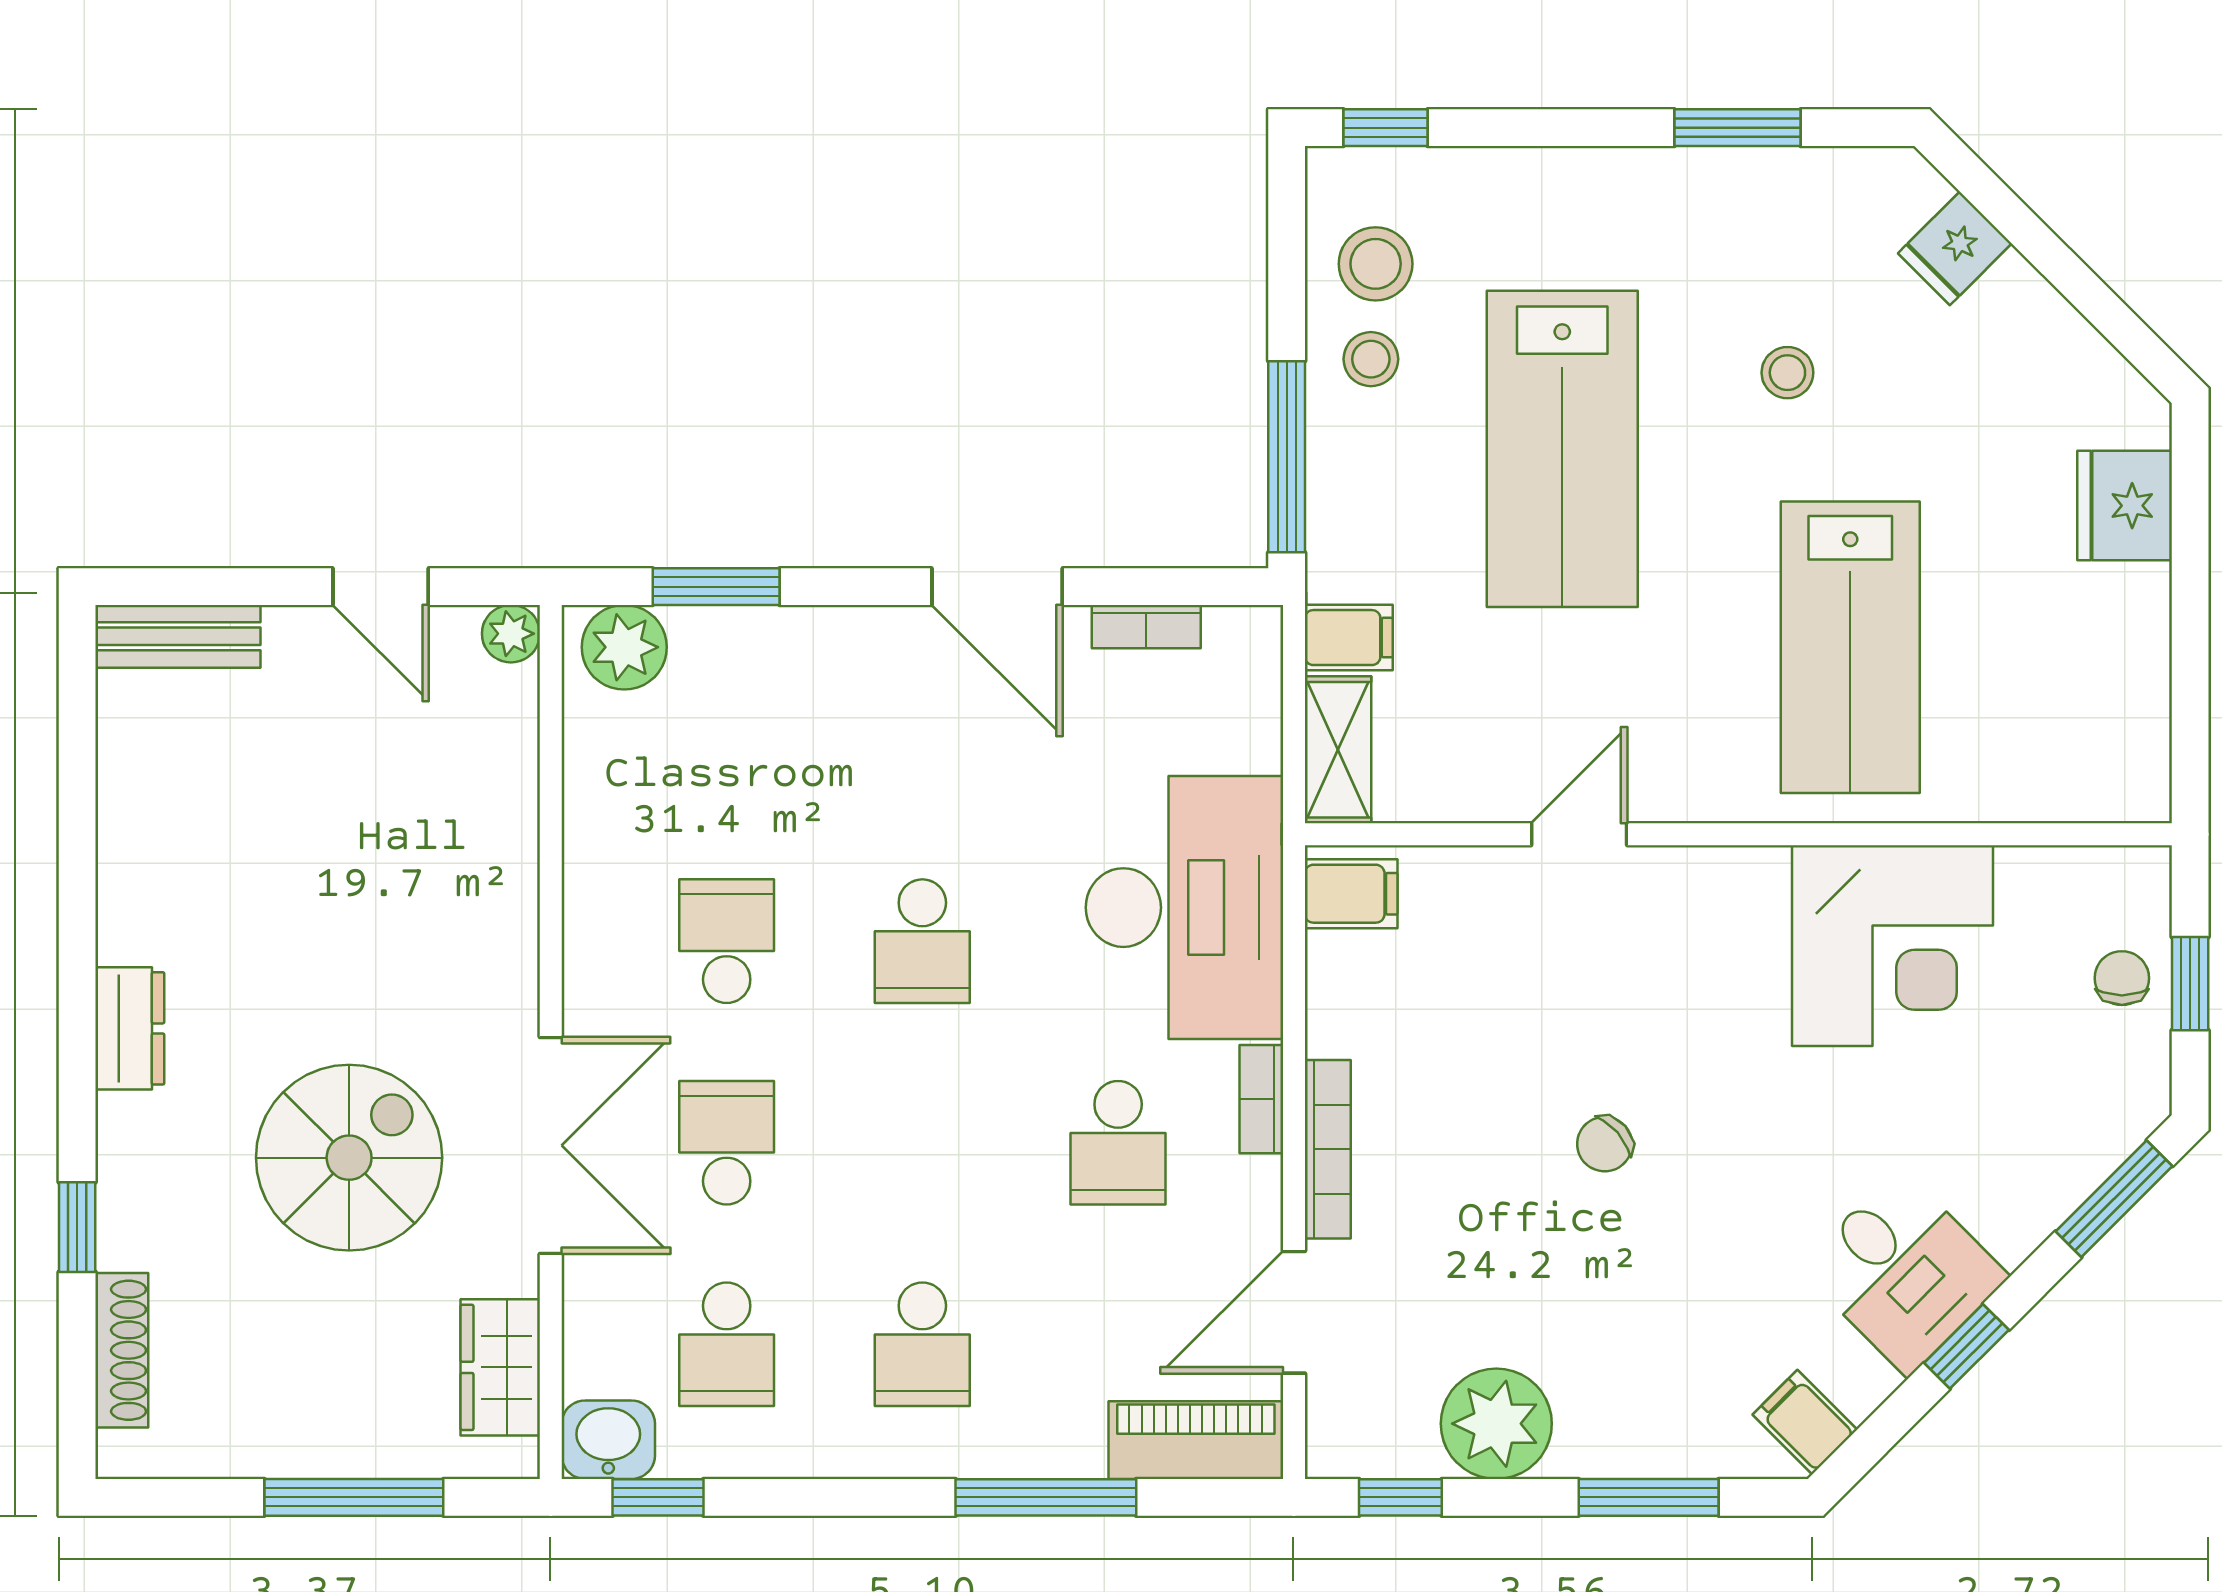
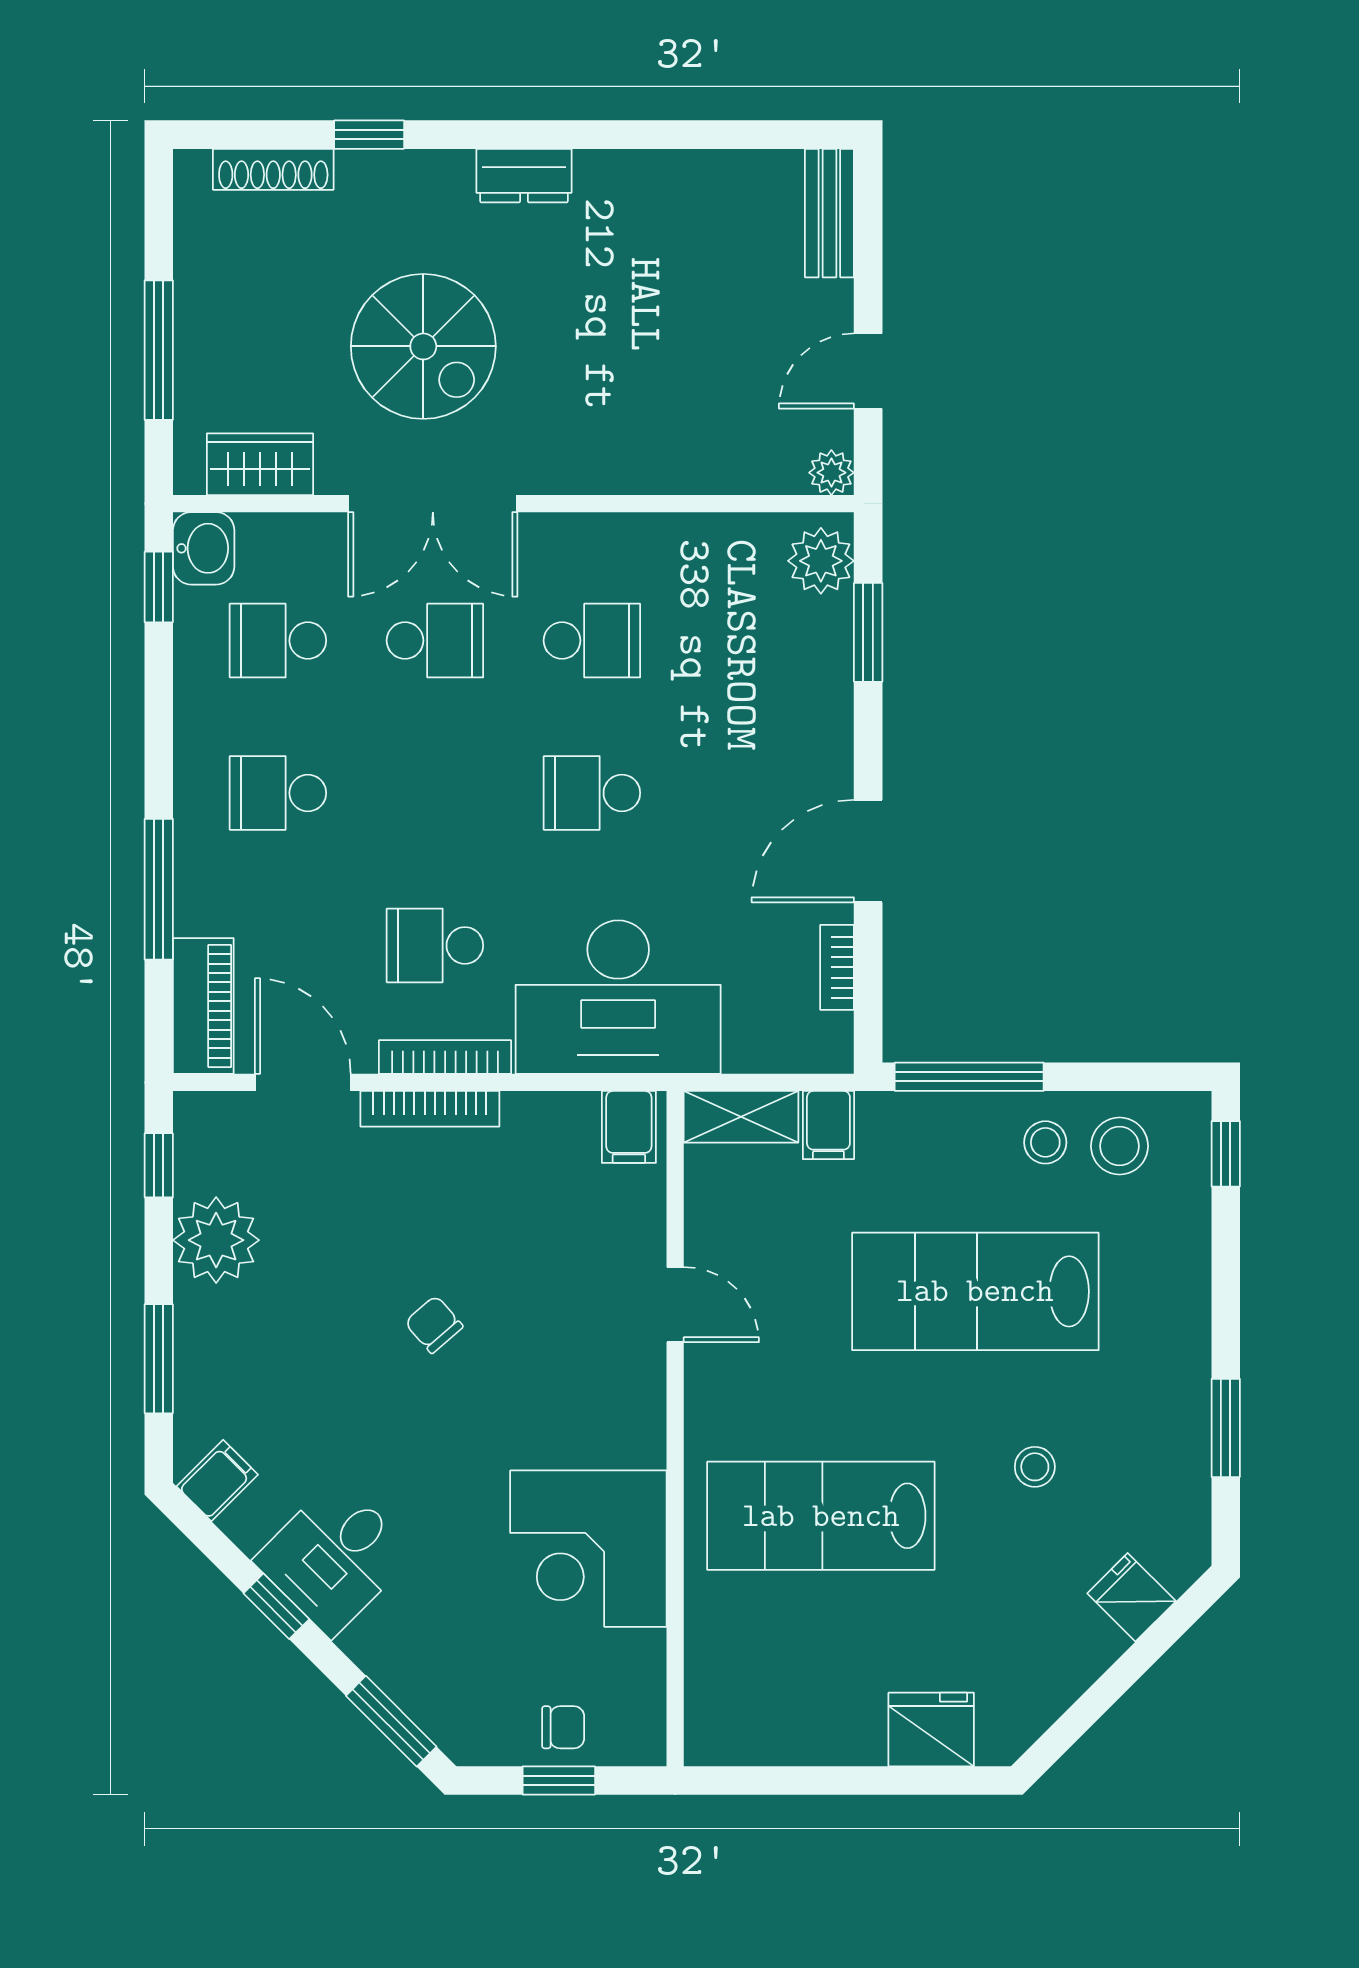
bookcase: (1261, 1099) -> (445, 1057), width x1.56

